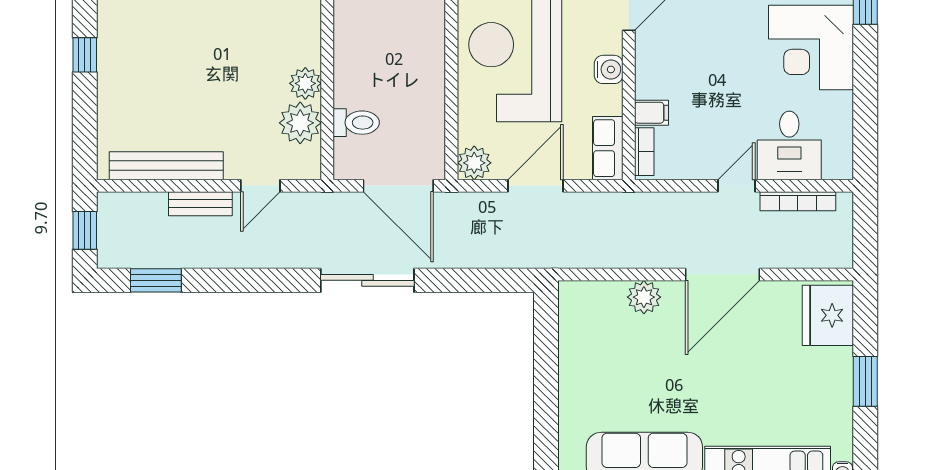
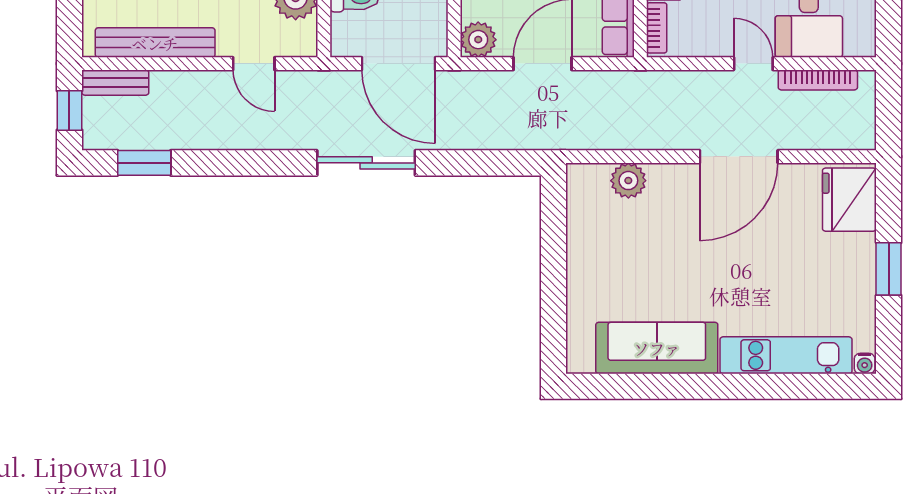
door: (260, 186) -> (254, 64), hinge flipped
door: (736, 186) -> (753, 64), hinge flipped
bench: (200, 204) -> (115, 83), moved
plant: (644, 297) -> (628, 181), moved

